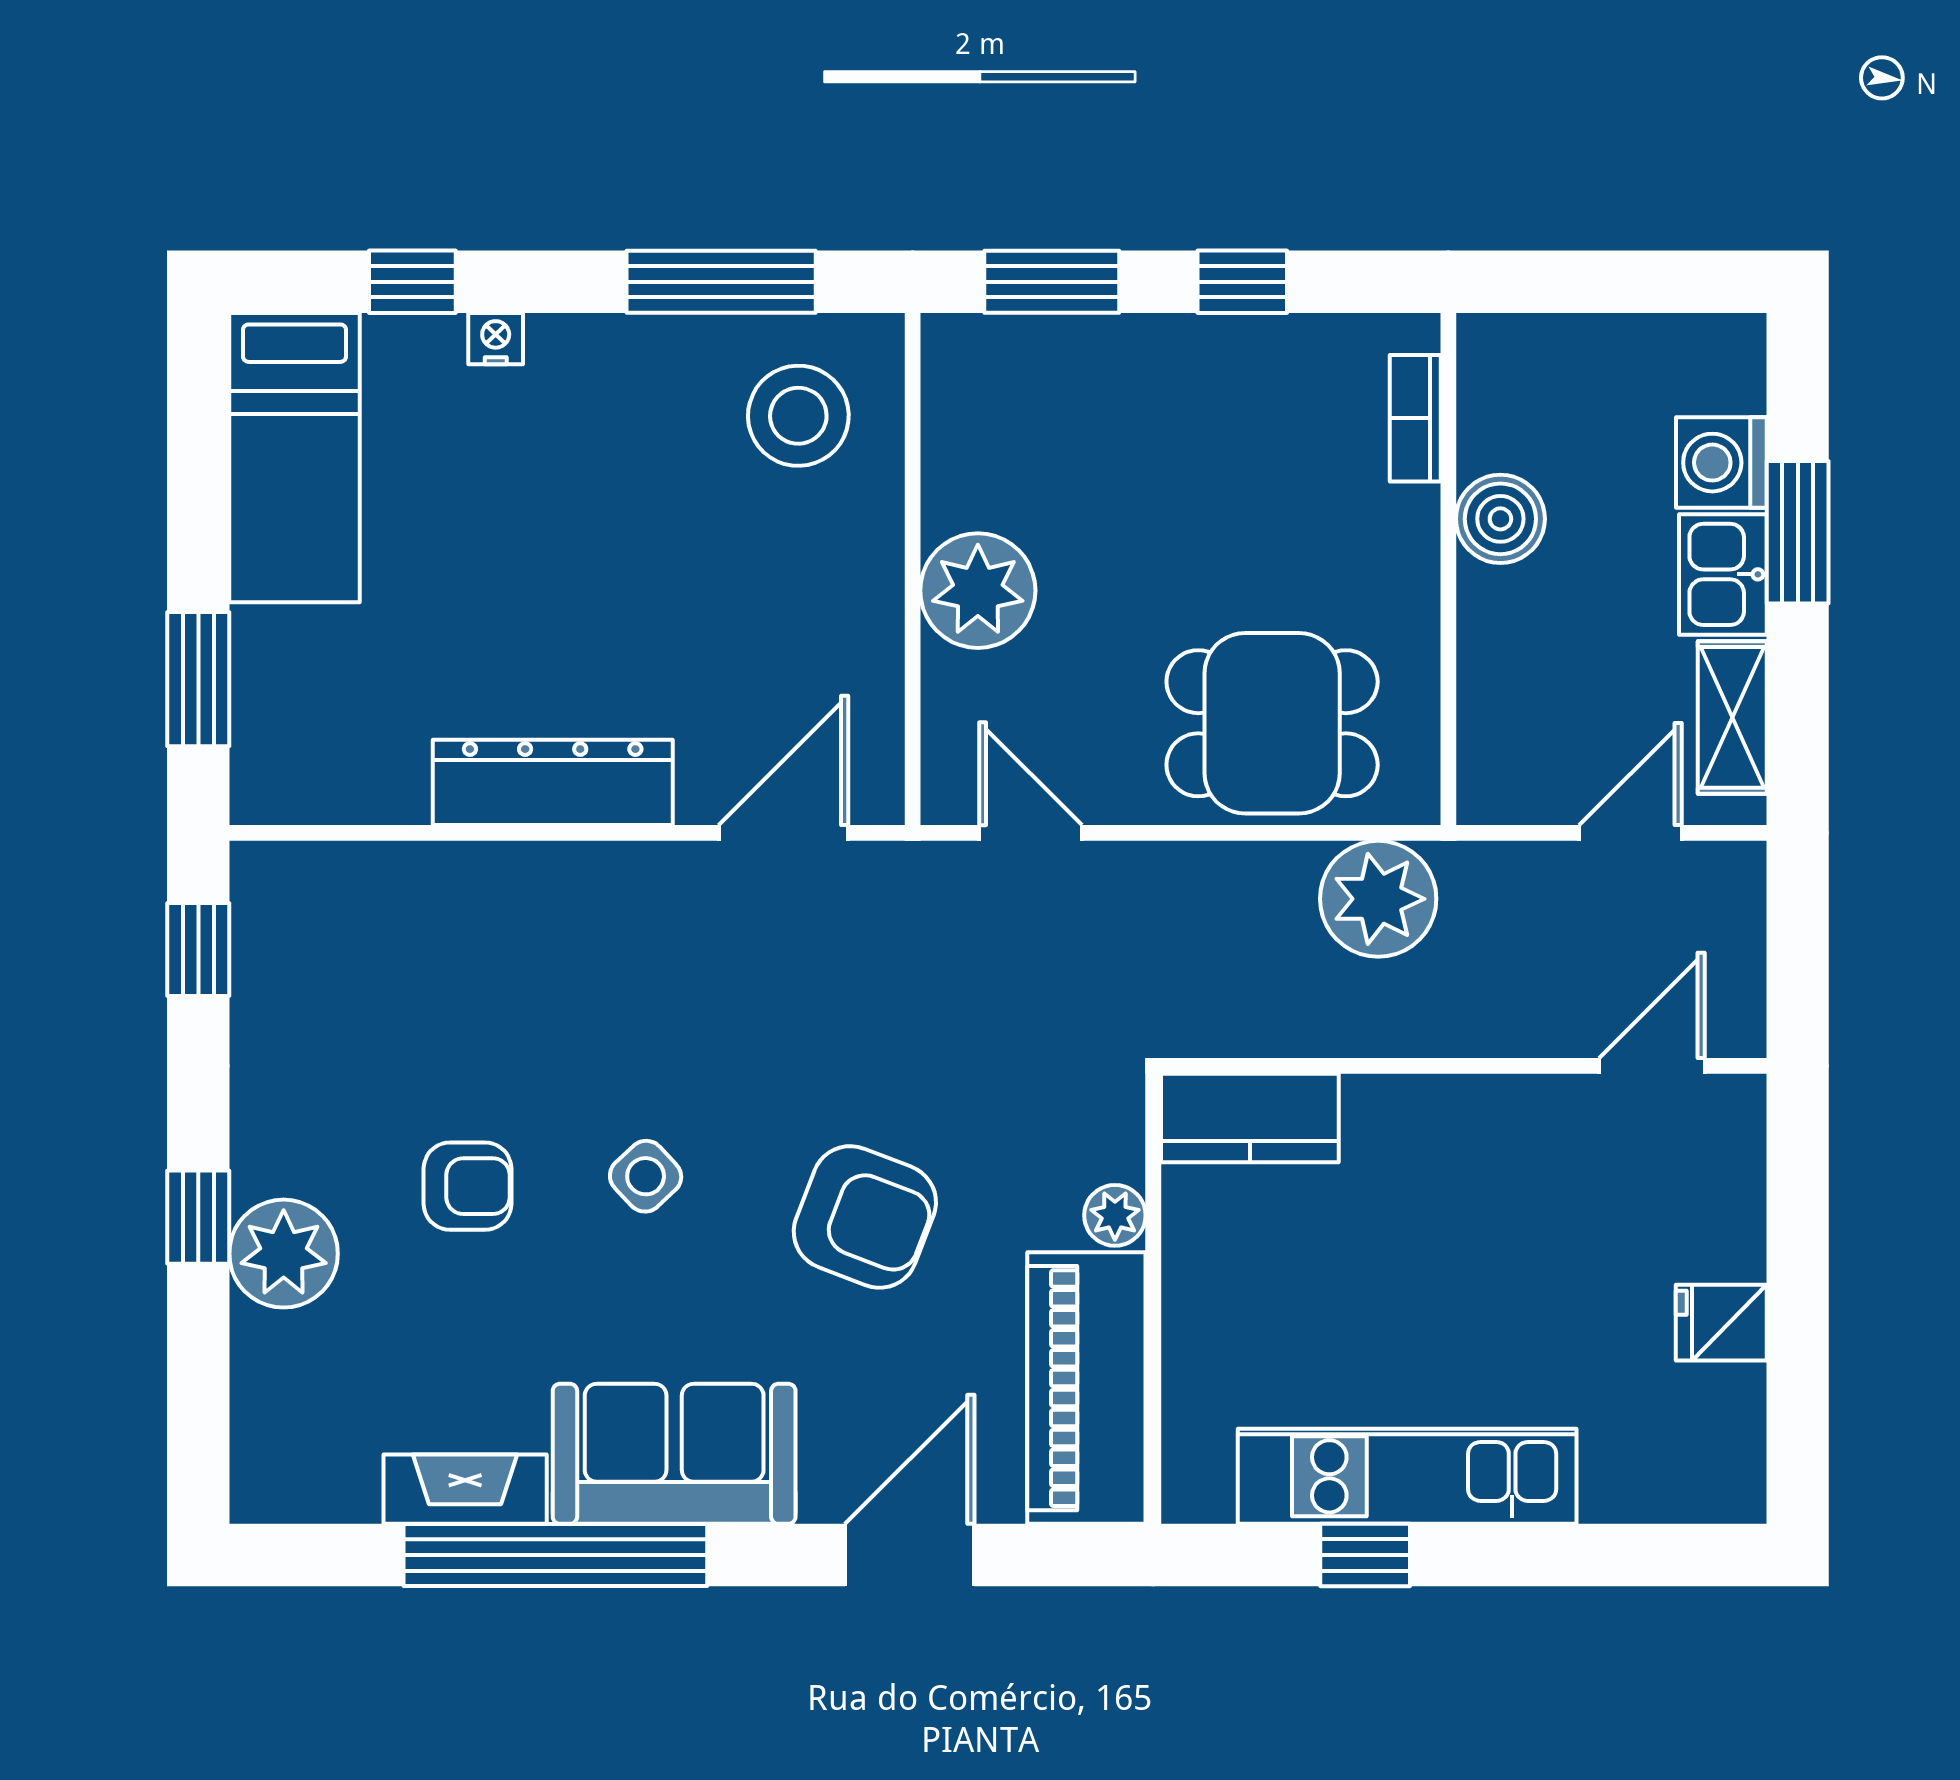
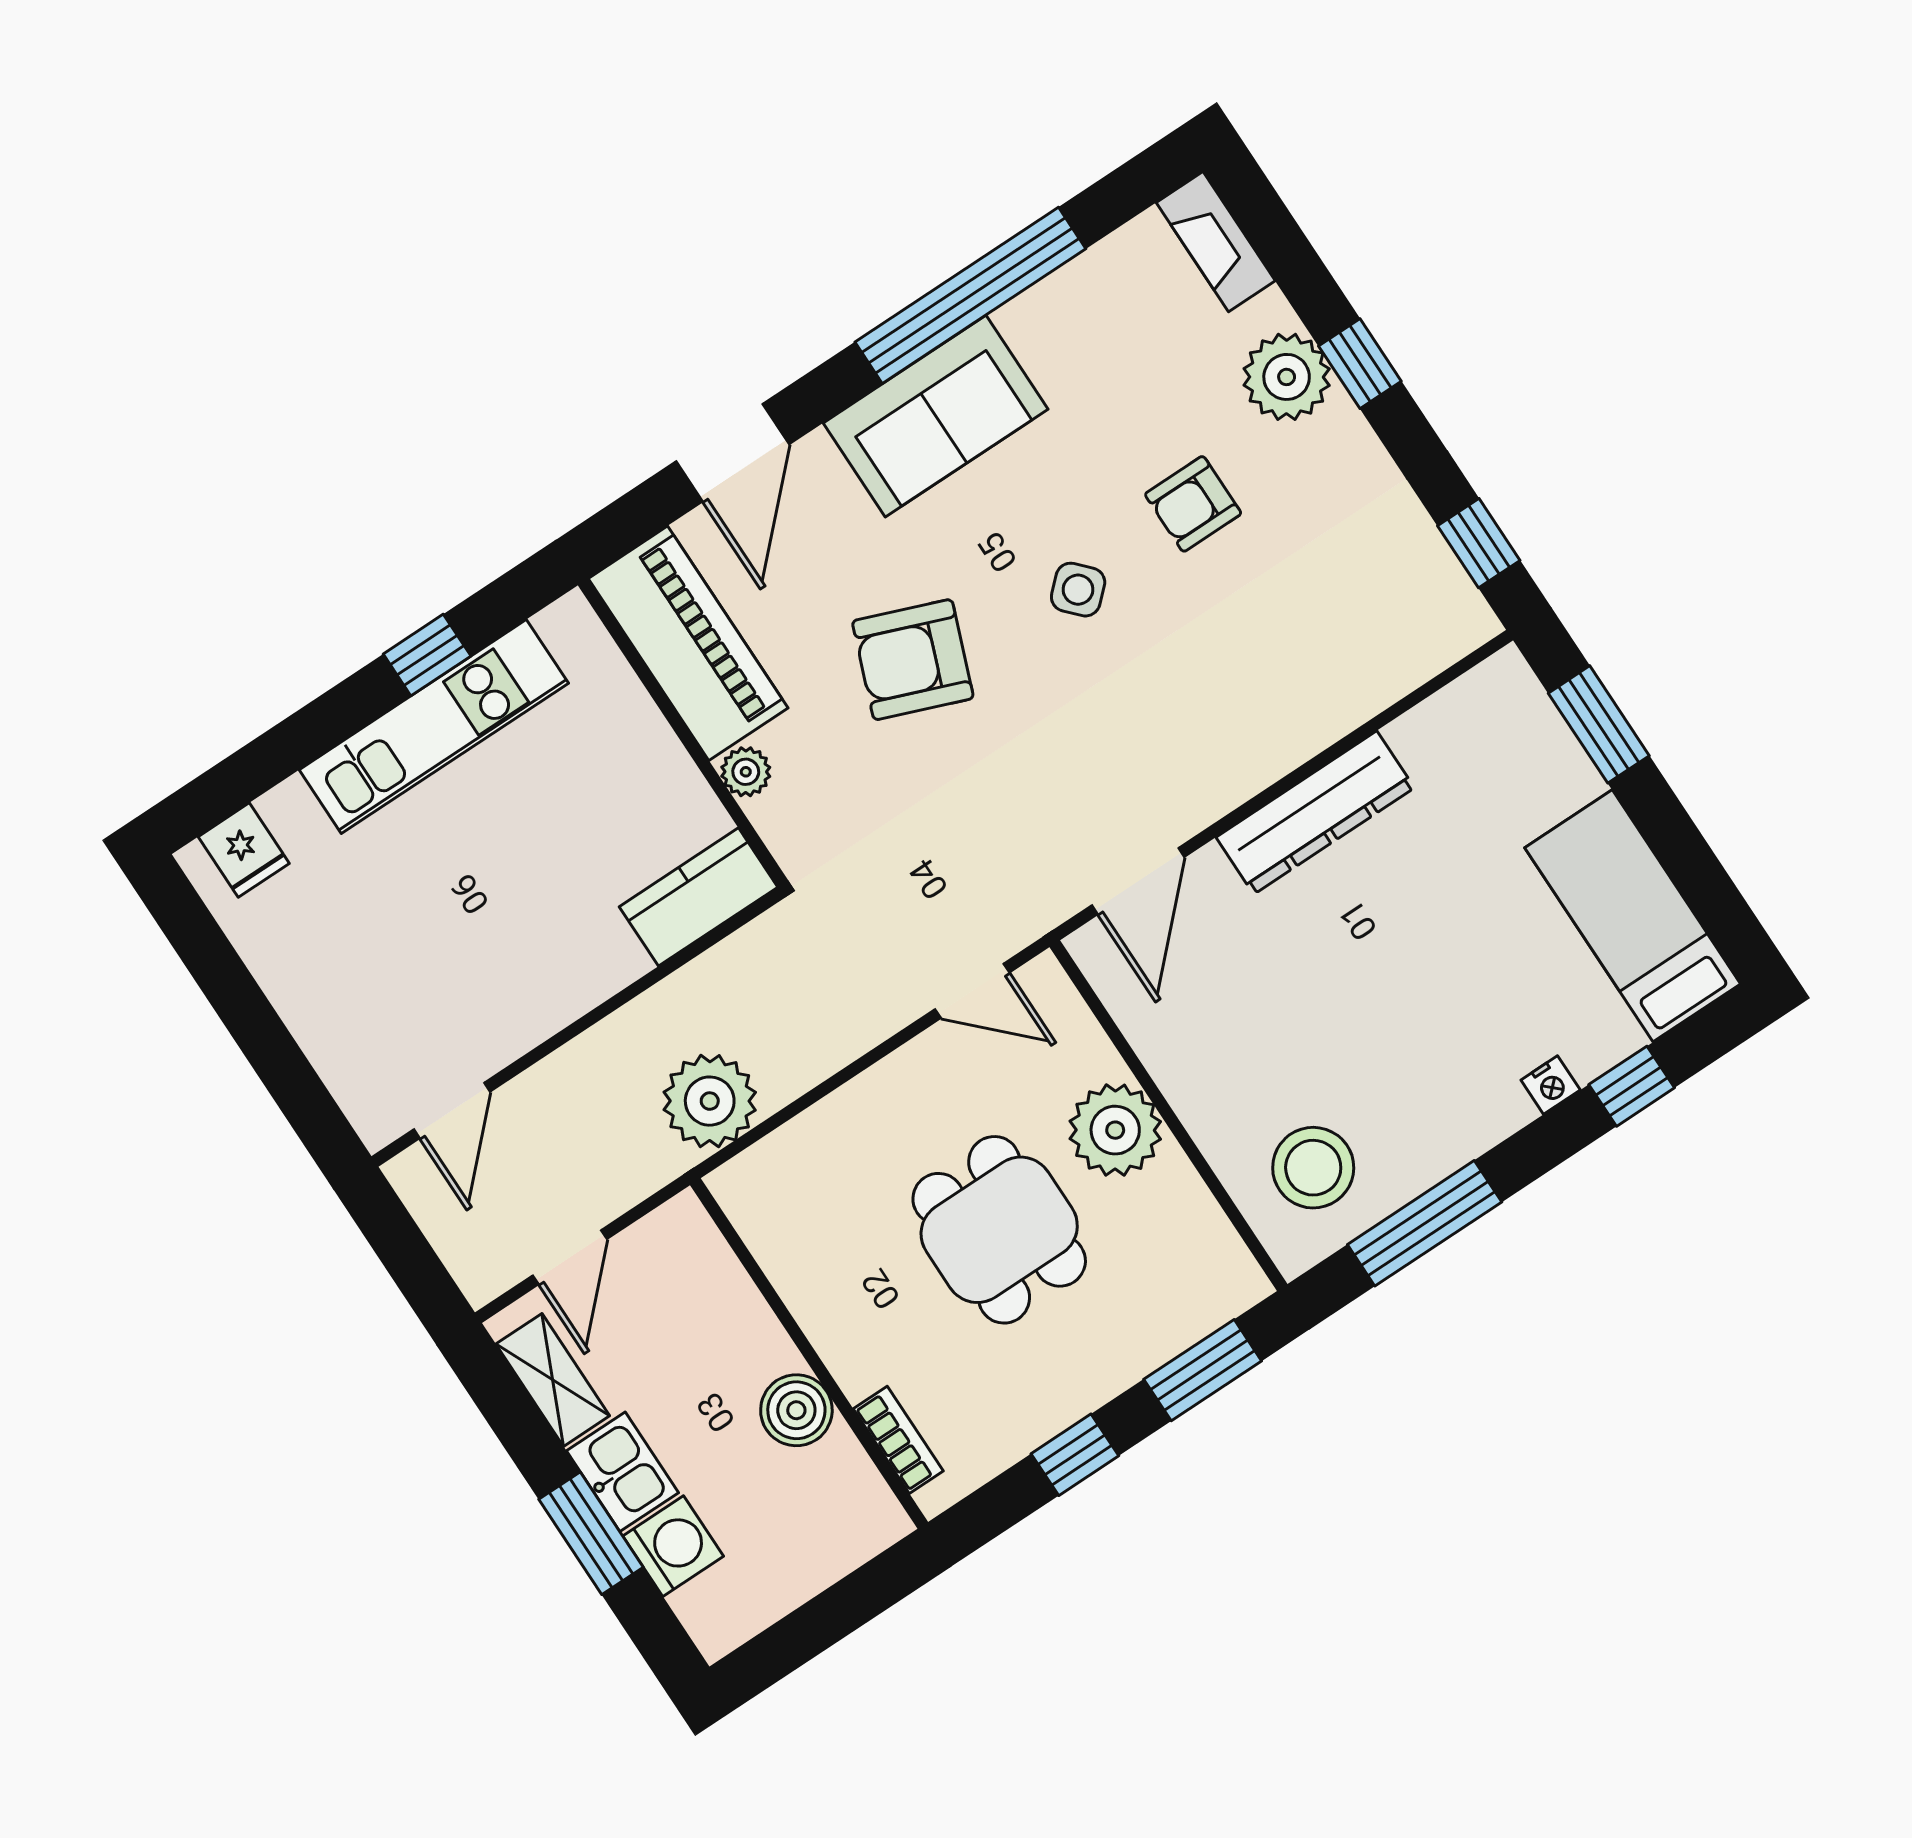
dining table: (1272, 723) -> (999, 1230), moved, turned 90
fridge: (1721, 1323) -> (244, 850), moved, turned 90
fireplace: (465, 1489) -> (1216, 242), moved, turned 90

